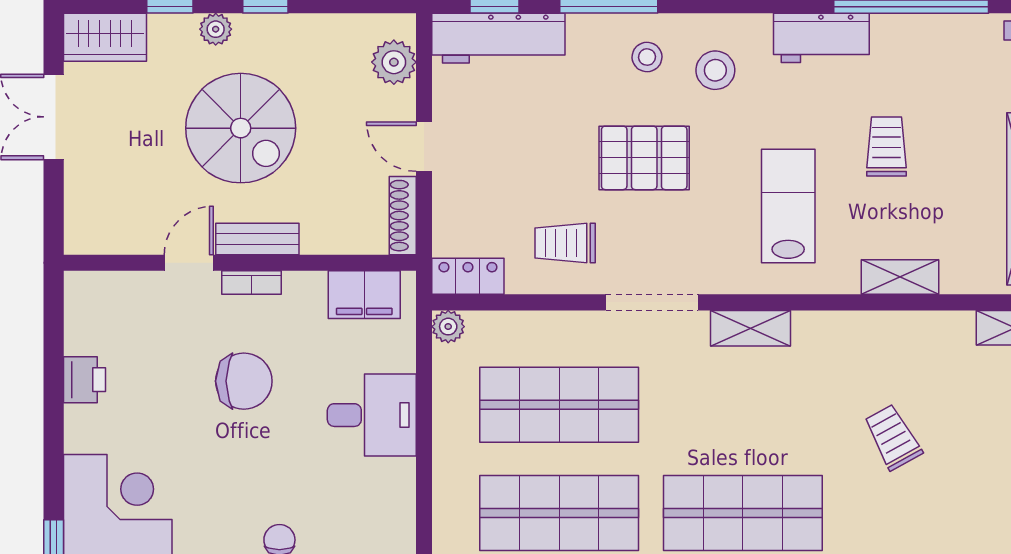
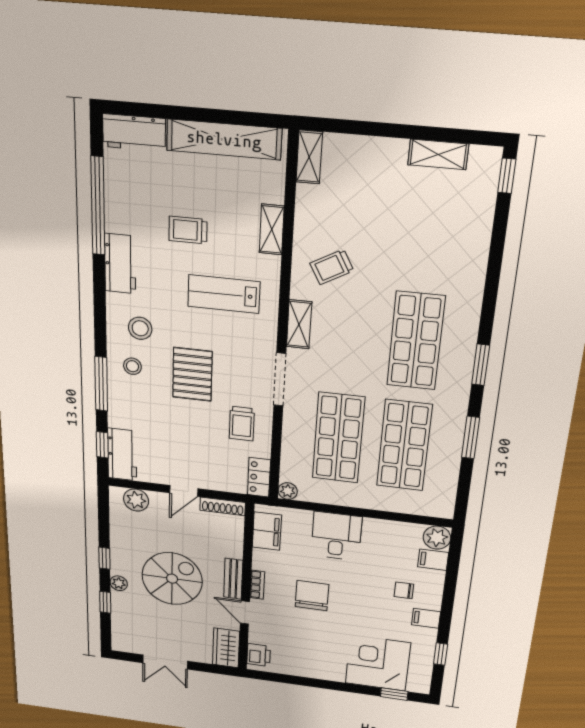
wardrobe: (105, 37) -> (226, 648), moved, turned 180
workbench: (498, 38) -> (122, 455), width x0.73
printer: (84, 380) -> (259, 655), moved, turned 90
trolley: (893, 437) -> (332, 267), moved

